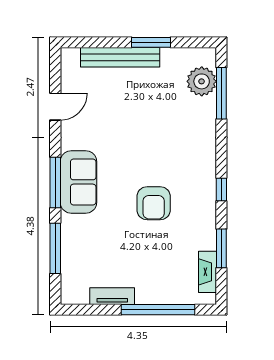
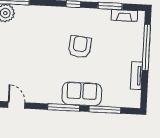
sofa: (78, 182) -> (82, 94), moved
armchair: (154, 203) -> (80, 47), turned -84

